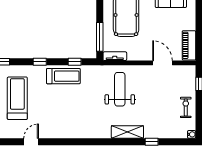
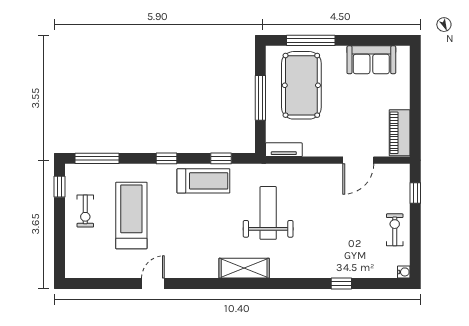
window: (100, 37) -> (260, 98), moved
door: (163, 63) -> (358, 160), swing flipped
weight bench: (120, 89) -> (268, 213), moved
shelving: (127, 132) -> (244, 268), moved

